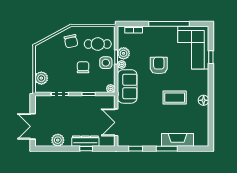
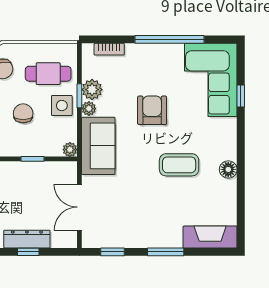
fireplace: (178, 140) -> (210, 237), moved

